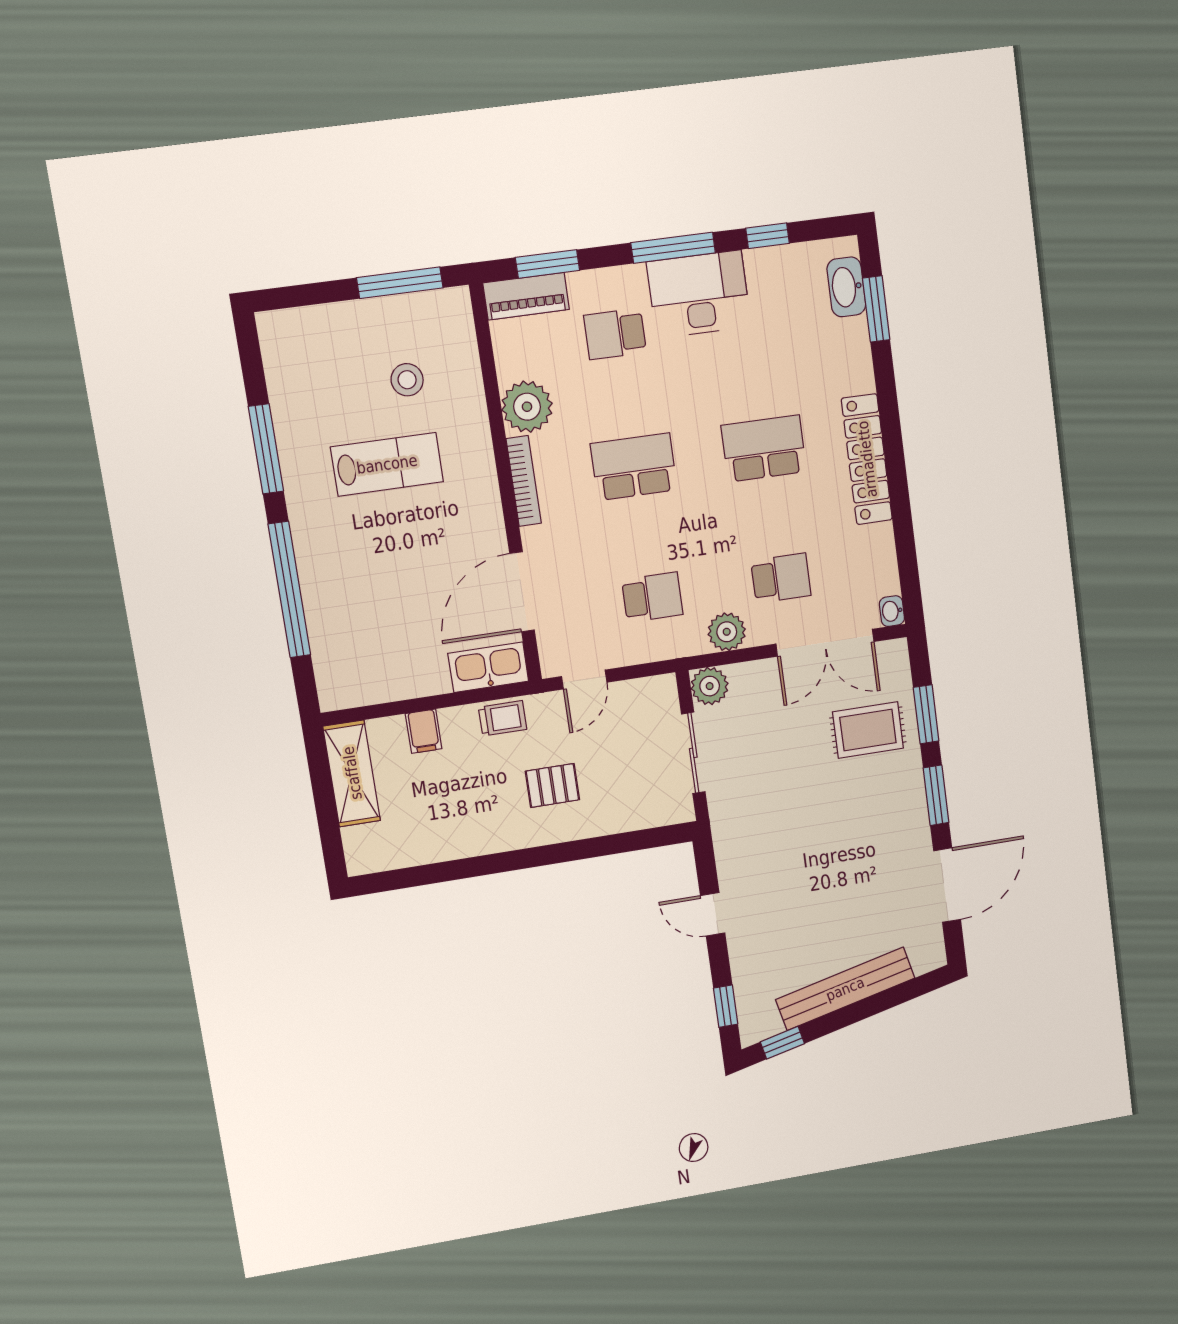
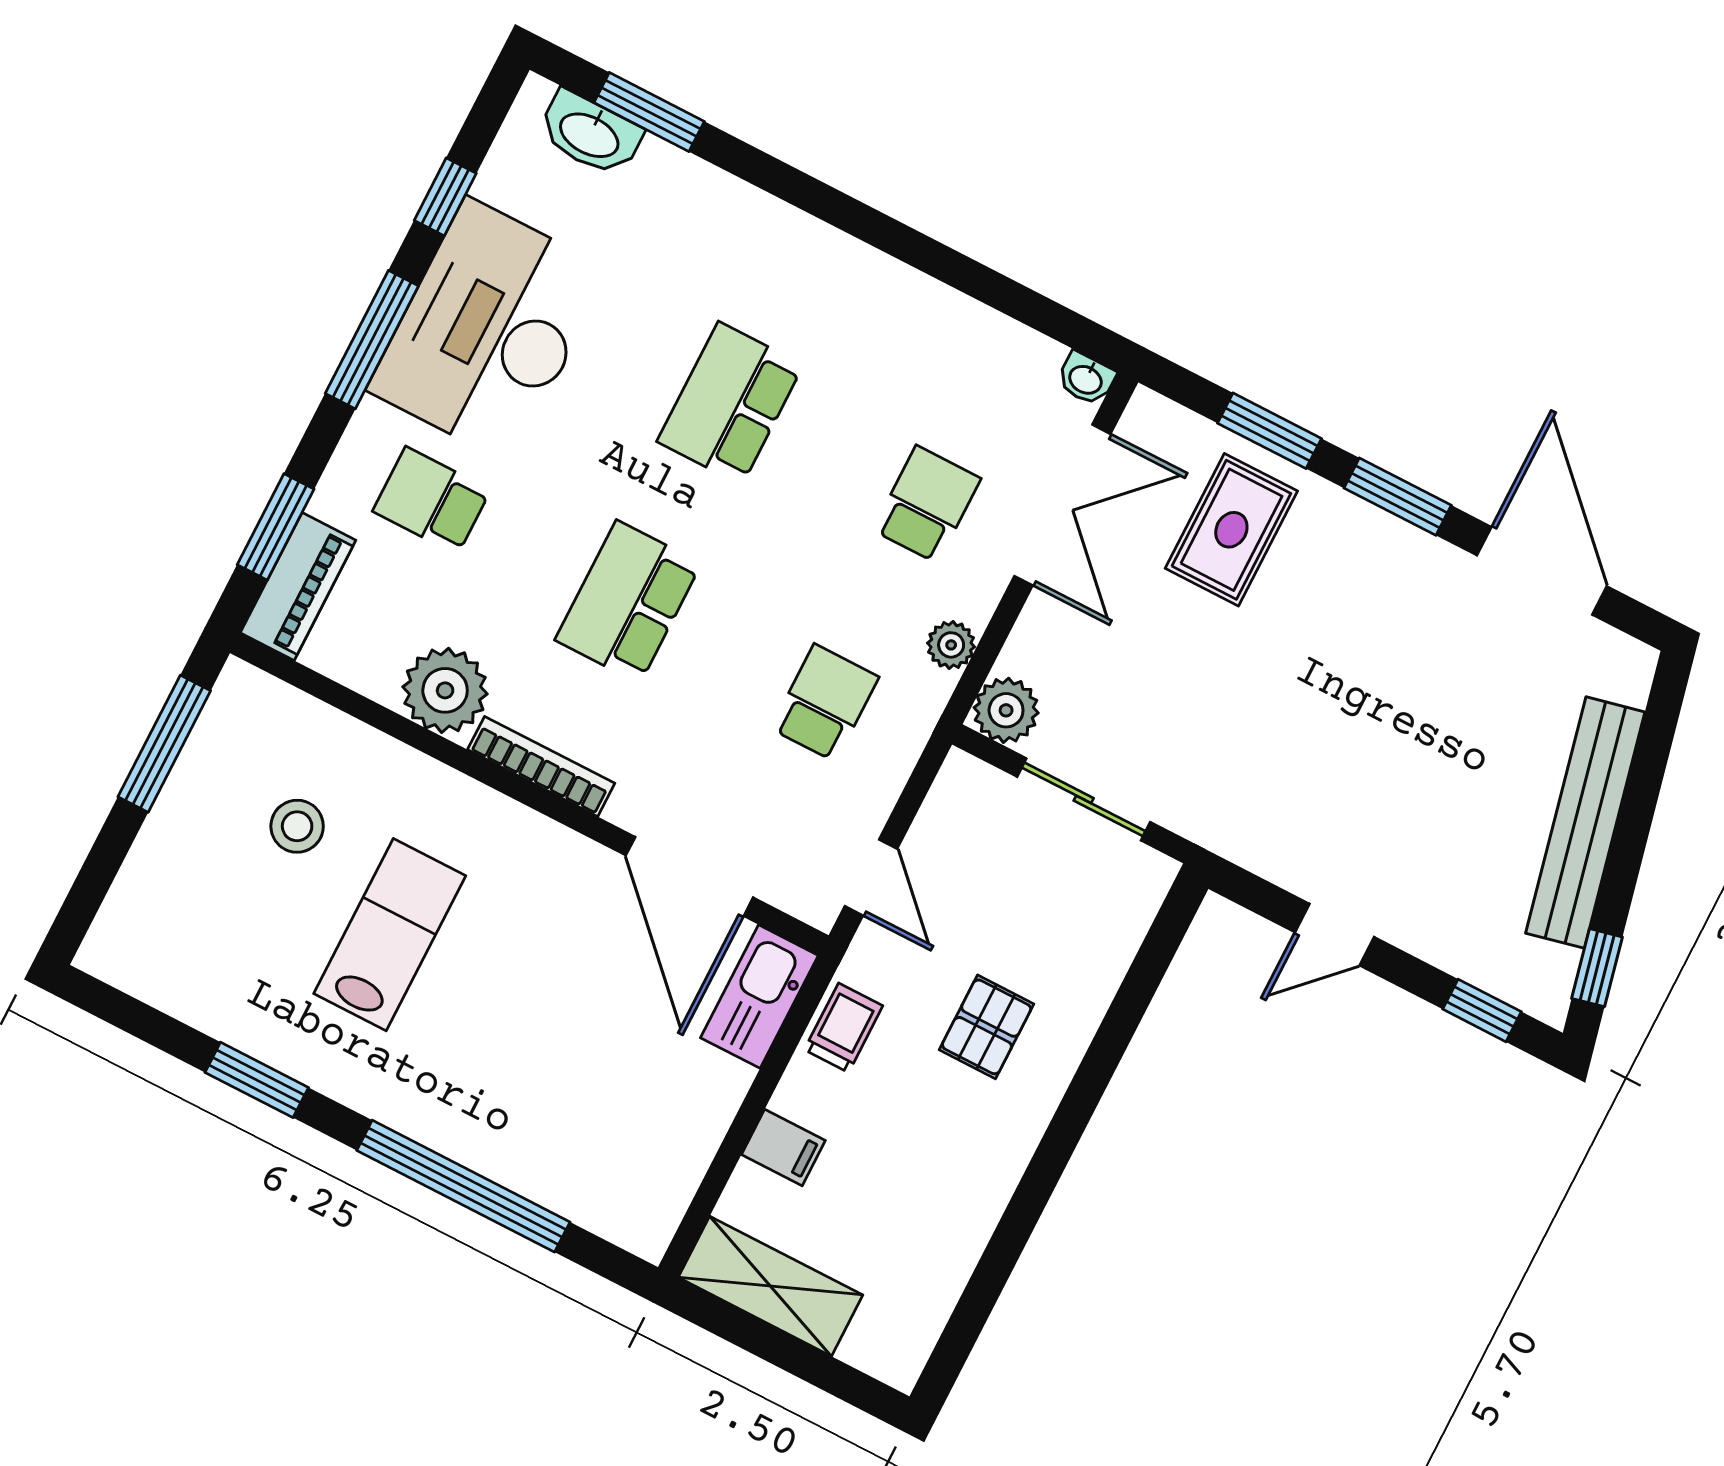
desk: (699, 294) -> (489, 330), width x1.36, depth x1.30
school desk: (615, 334) -> (432, 501), turned 90
window: (266, 449) -> (257, 1080), width x0.69
locker: (867, 459) -> (847, 268), removed
plant: (727, 632) -> (951, 645), width x0.73, depth x0.73

